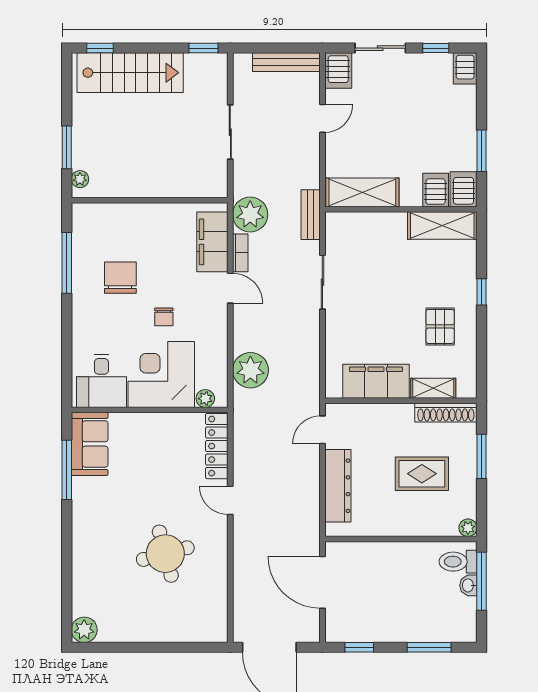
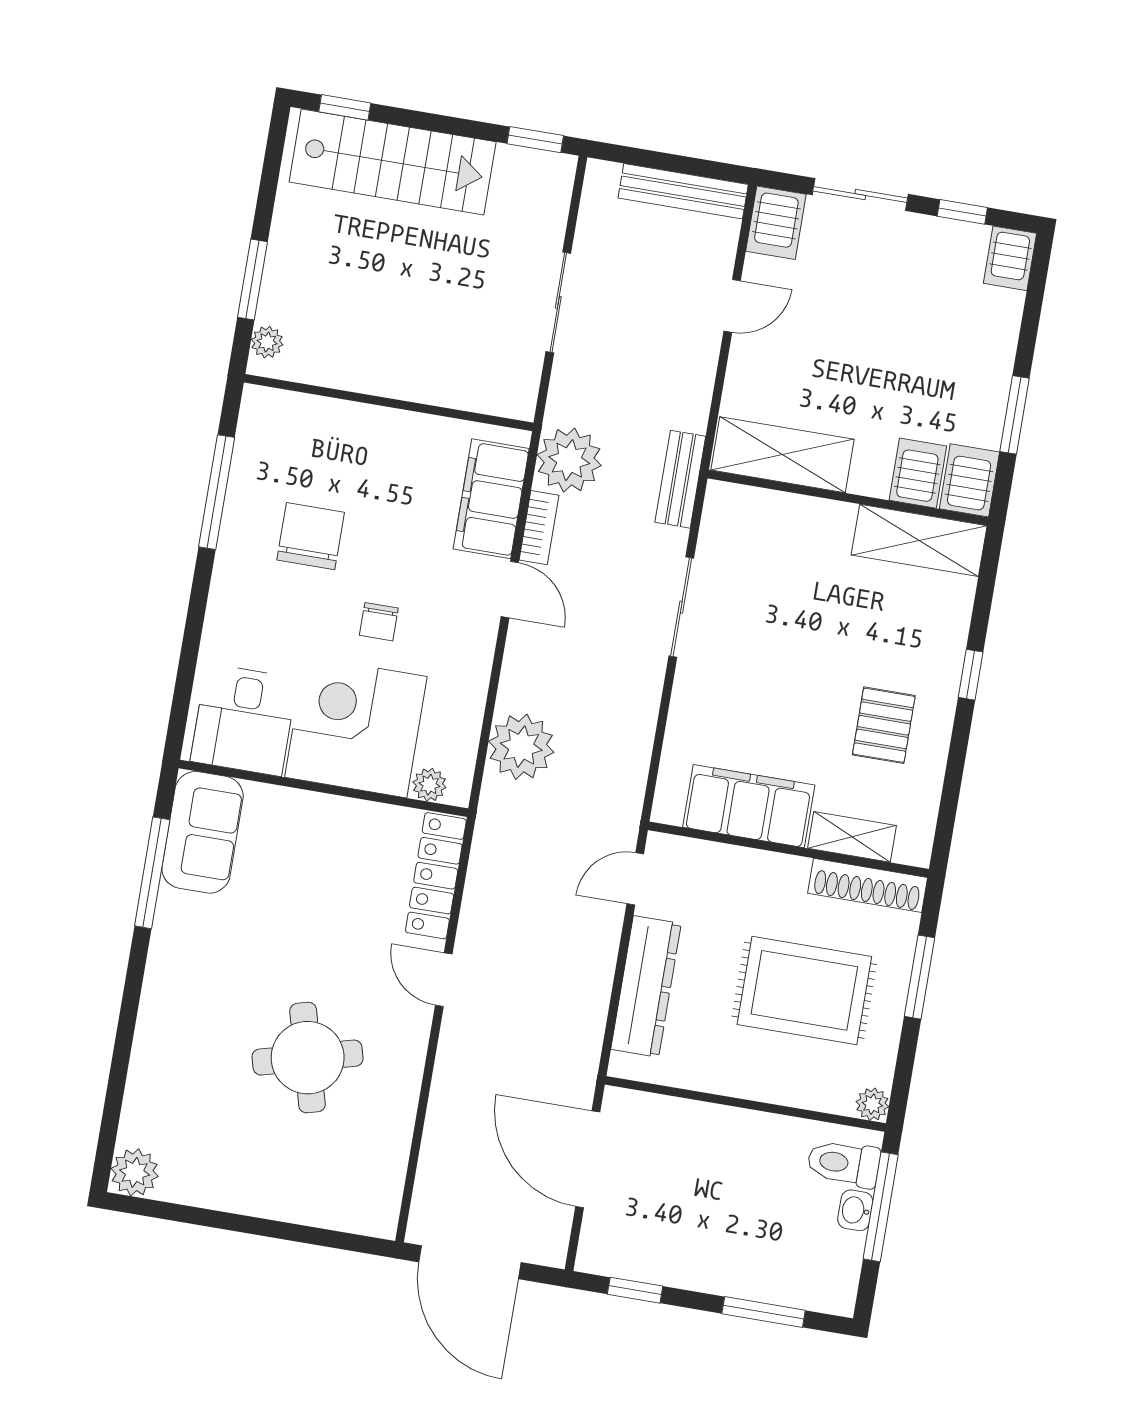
rug: (422, 474) -> (804, 990), width x1.36, depth x1.43

